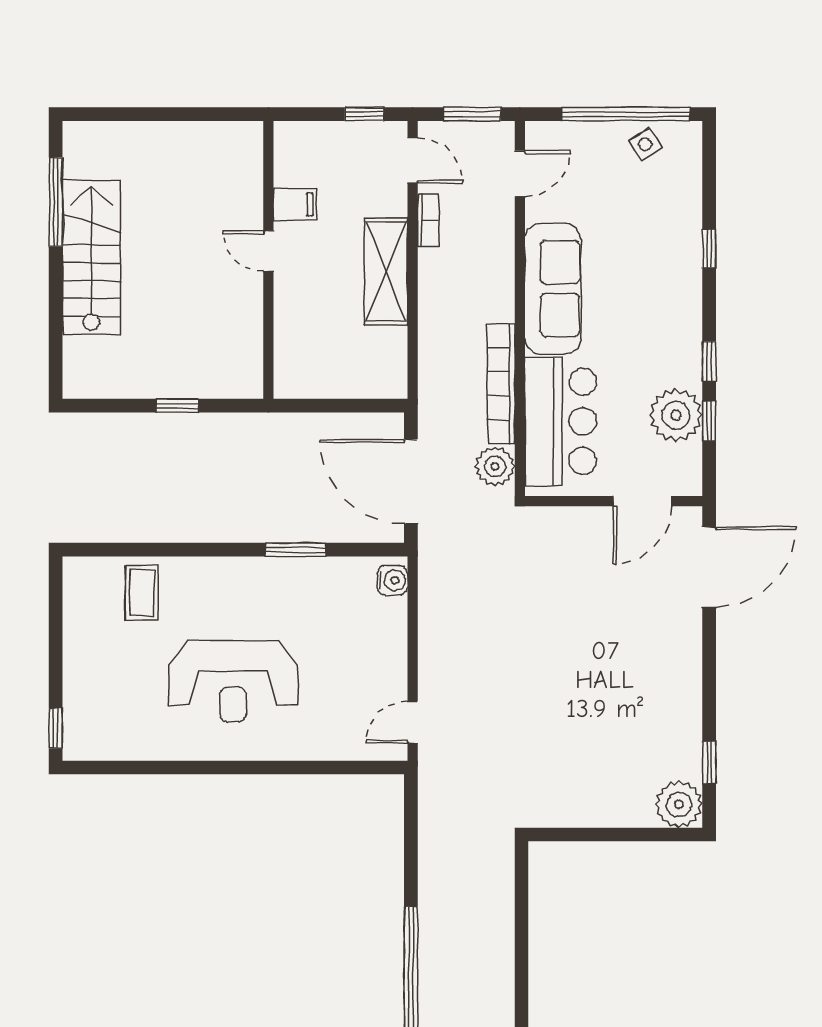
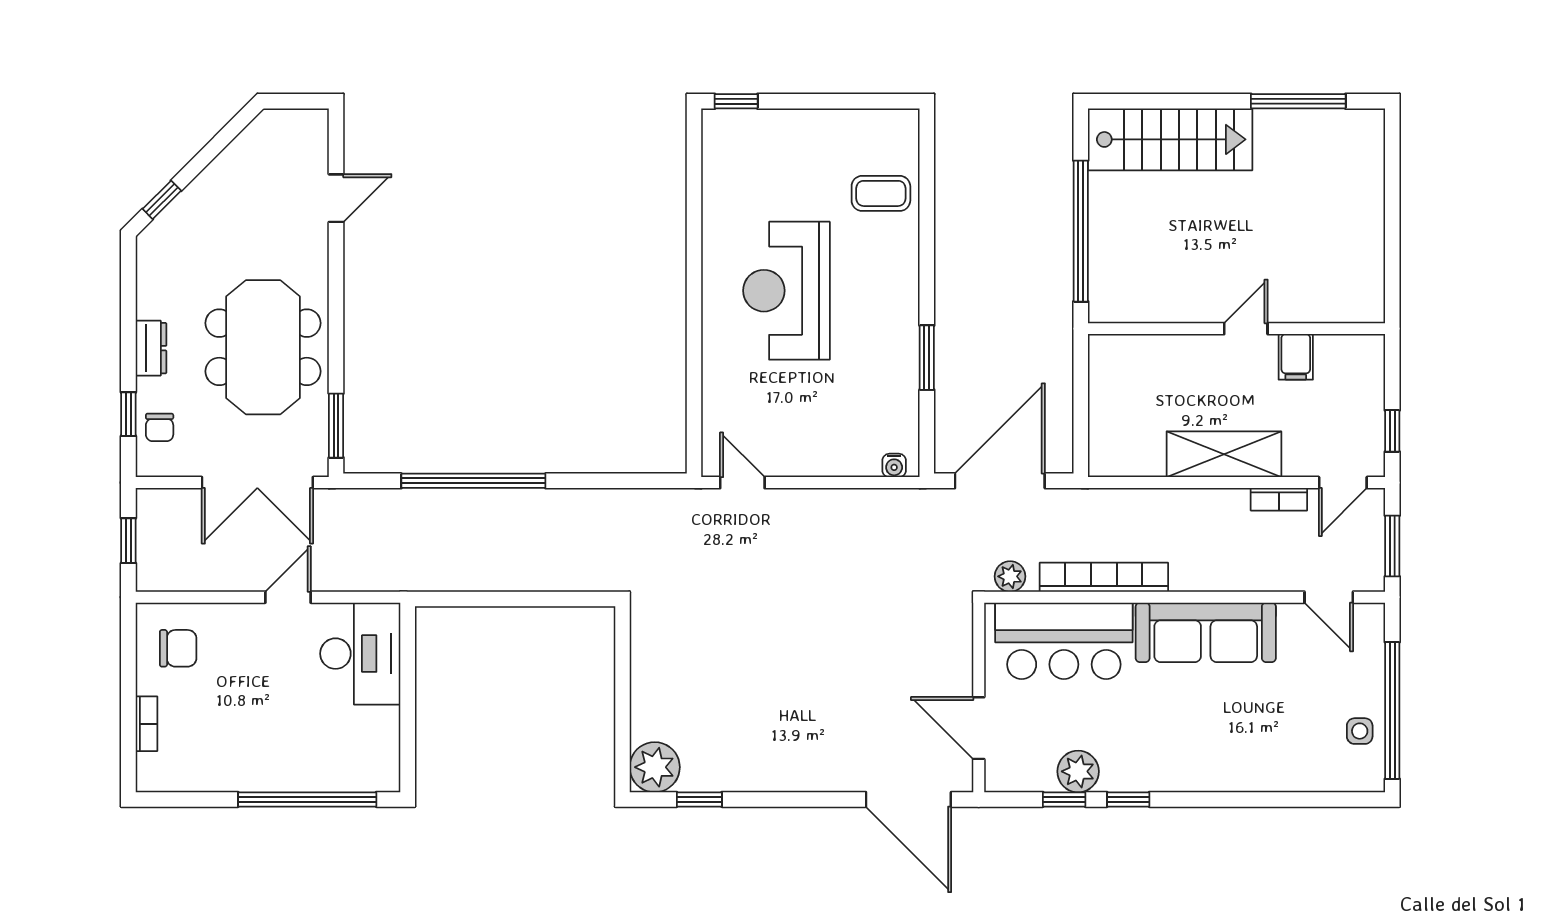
side table: (645, 145) -> (1360, 731), turned 31
window: (709, 249) -> (1248, 799), removed
stairs: (91, 257) -> (1170, 139), moved
window: (177, 406) -> (1081, 231), width x3.17
plant: (676, 415) -> (1078, 771), width x0.73, depth x0.73
plant: (495, 466) -> (1010, 576), width x0.73, depth x0.73
water cooler: (392, 580) -> (894, 465), width x0.72, depth x0.72

